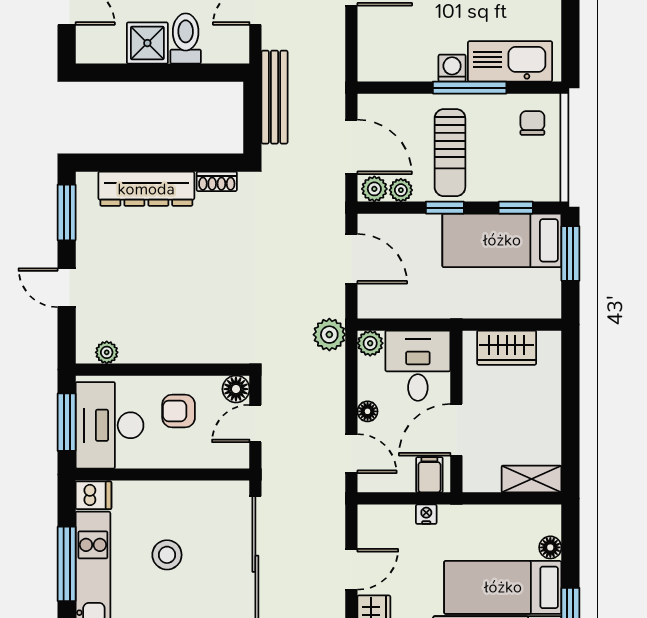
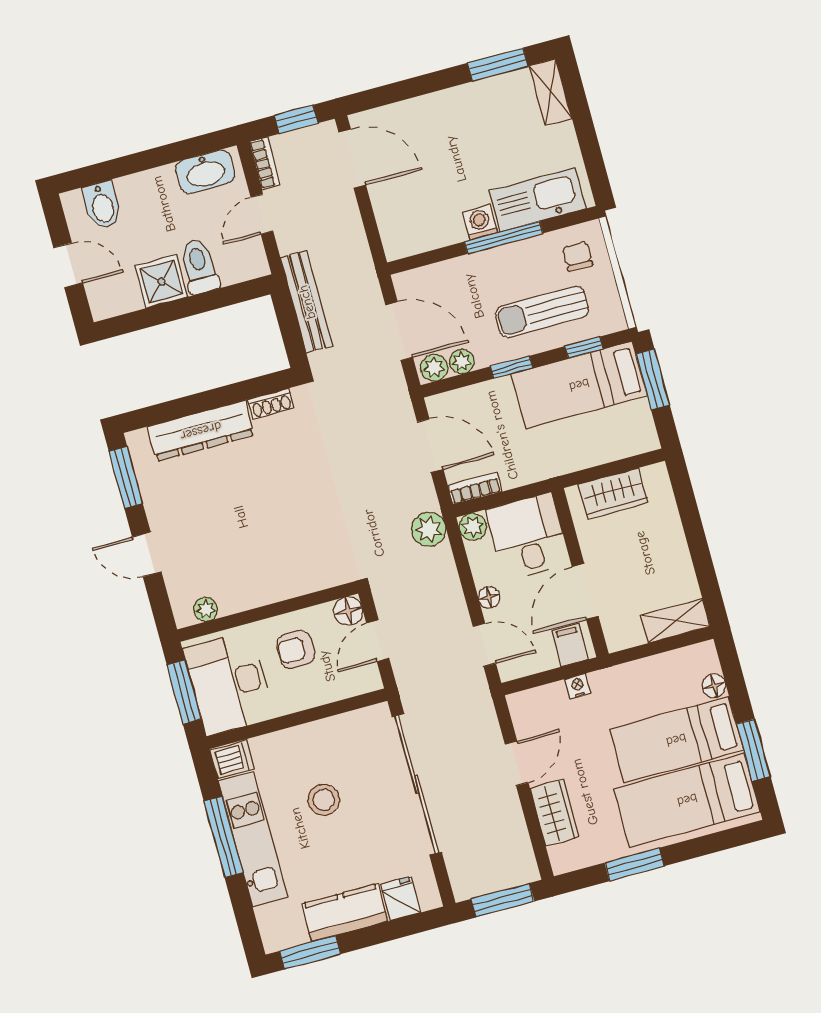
sun lounger: (450, 153) -> (542, 312), moved, turned 90
bookcase: (381, 309) -> (475, 489), added

